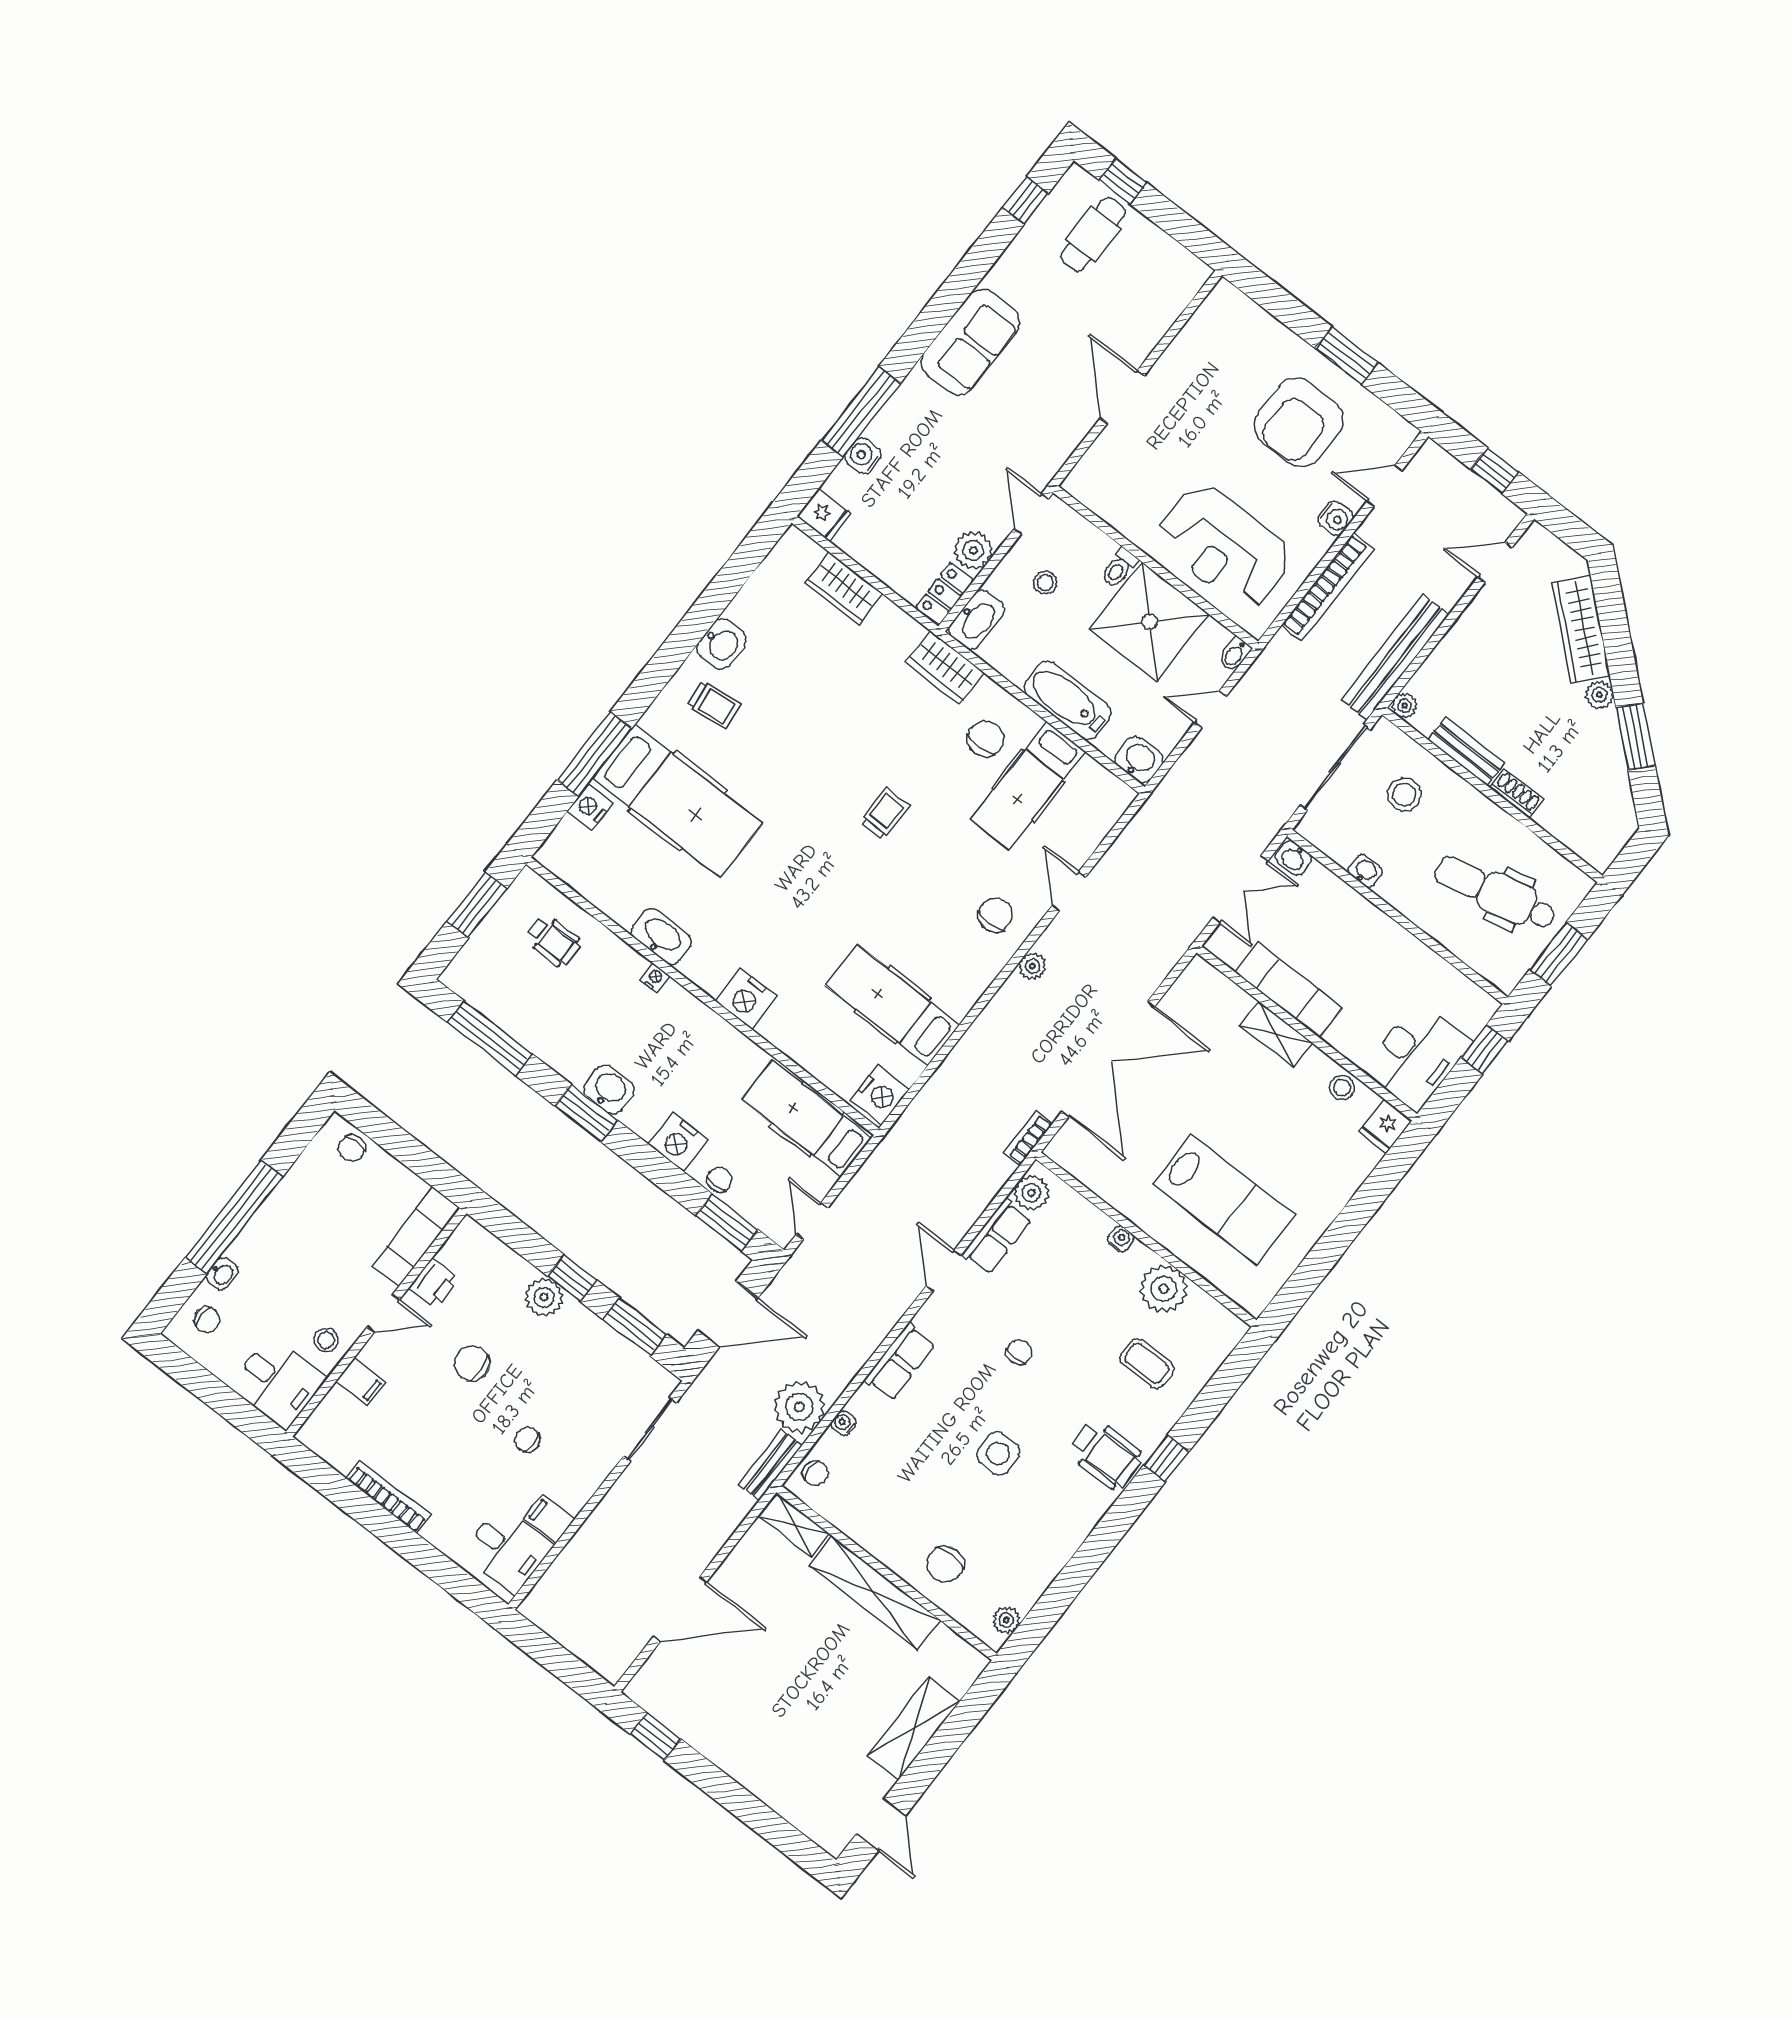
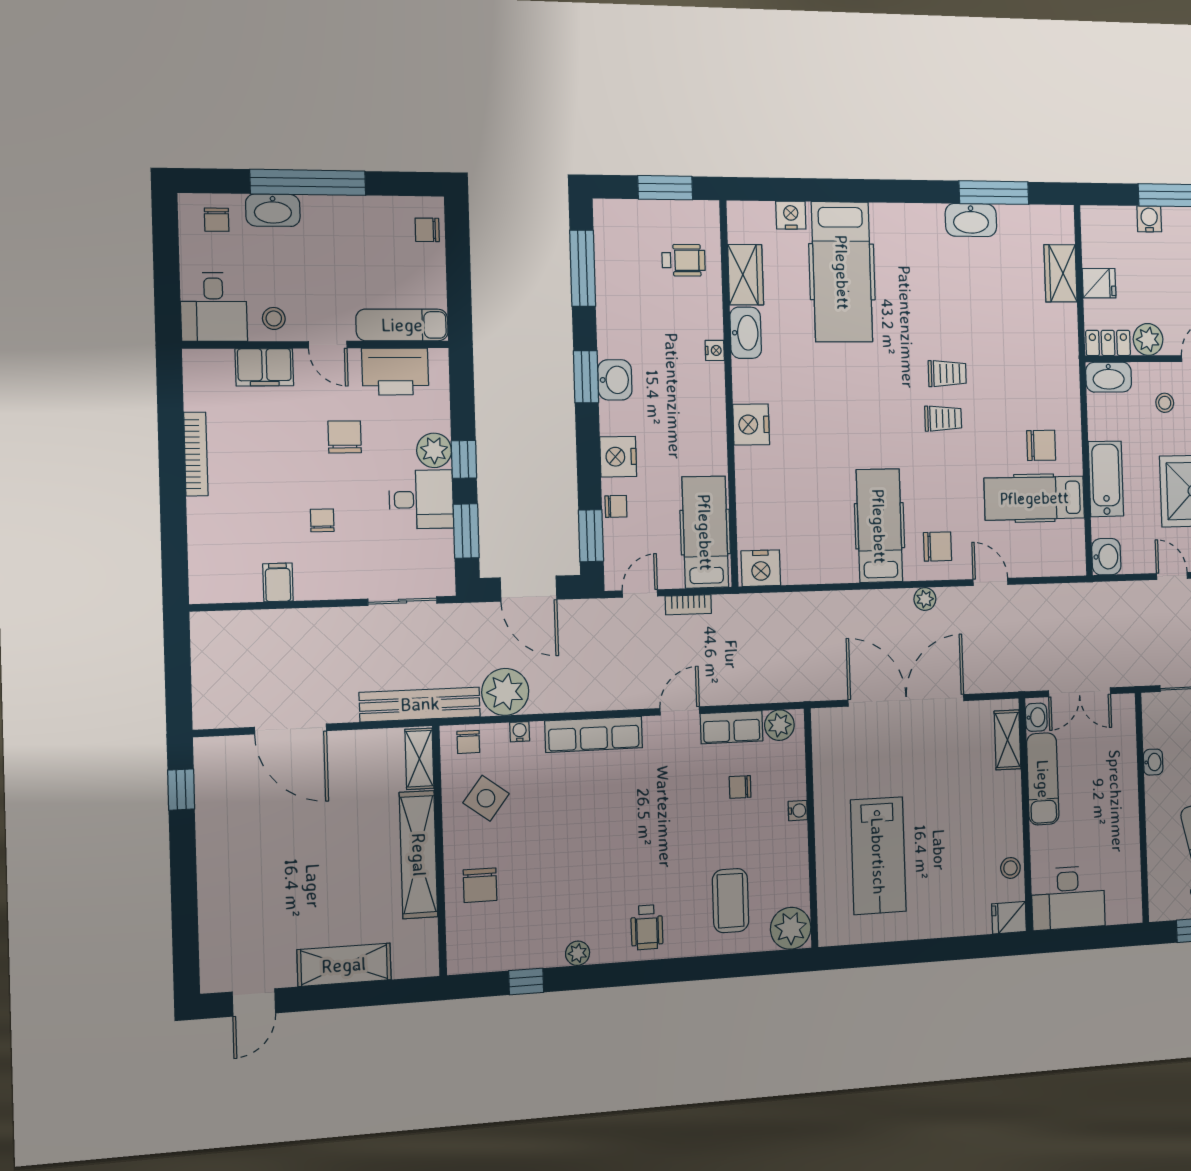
fridge: (824, 515) -> (1099, 283), moved, turned -90
washbasin: (722, 644) -> (971, 220), width x1.38
wardrobe: (945, 667) -> (746, 275), moved, turned 180
trolley: (714, 705) -> (947, 374), moved, turned -83
window: (594, 754) -> (994, 193), moved
washbasin: (1294, 858) -> (1036, 717), moved, turned 180
door: (1069, 891) -> (990, 582), hinge flipped
wheelchair: (553, 941) -> (684, 260), turned -90
hospital bed: (892, 1005) -> (879, 526), moved
shelving: (1276, 1034) -> (1007, 740), moved
window: (1485, 1049) -> (1106, 937), removed
double door: (1108, 1059) -> (906, 700), swing flipped
bookcase: (1028, 1138) -> (688, 605), moved, turned 180
washbasin: (222, 1274) -> (273, 210), width x1.91, depth x1.45
printer: (434, 1283) -> (395, 372), width x1.87, depth x1.48
plant: (1164, 1289) -> (791, 928), moved
chair: (1019, 1352) -> (740, 787), moved, turned 180
row of seats: (900, 1362) -> (594, 734), width x1.48
coffee table: (1147, 1363) -> (731, 901), width x1.36, depth x1.30
filing cabinet: (361, 1382) -> (264, 367), width x2.00
side table: (998, 1453) -> (486, 798), moved, turned 37
wheelchair: (1106, 1455) -> (647, 927), width x0.73, depth x0.73
window: (1166, 1458) -> (526, 981), moved
bench: (770, 1465) -> (420, 704), width x1.86, depth x1.21
desk: (507, 1550) -> (421, 499), moved, turned -90
chair: (945, 1564) -> (480, 885), turned -90
plant: (1006, 1620) -> (578, 953), moved

